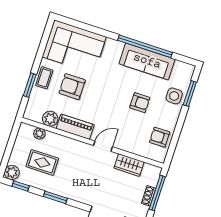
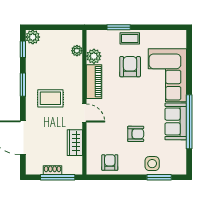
corner sofa: (74, 47) -> (167, 75), moved
sofa: (147, 61) -> (176, 121), width x0.73
armchair: (140, 103) -> (136, 134), turned -90
rug: (42, 162) -> (50, 98), moved, turned 90

